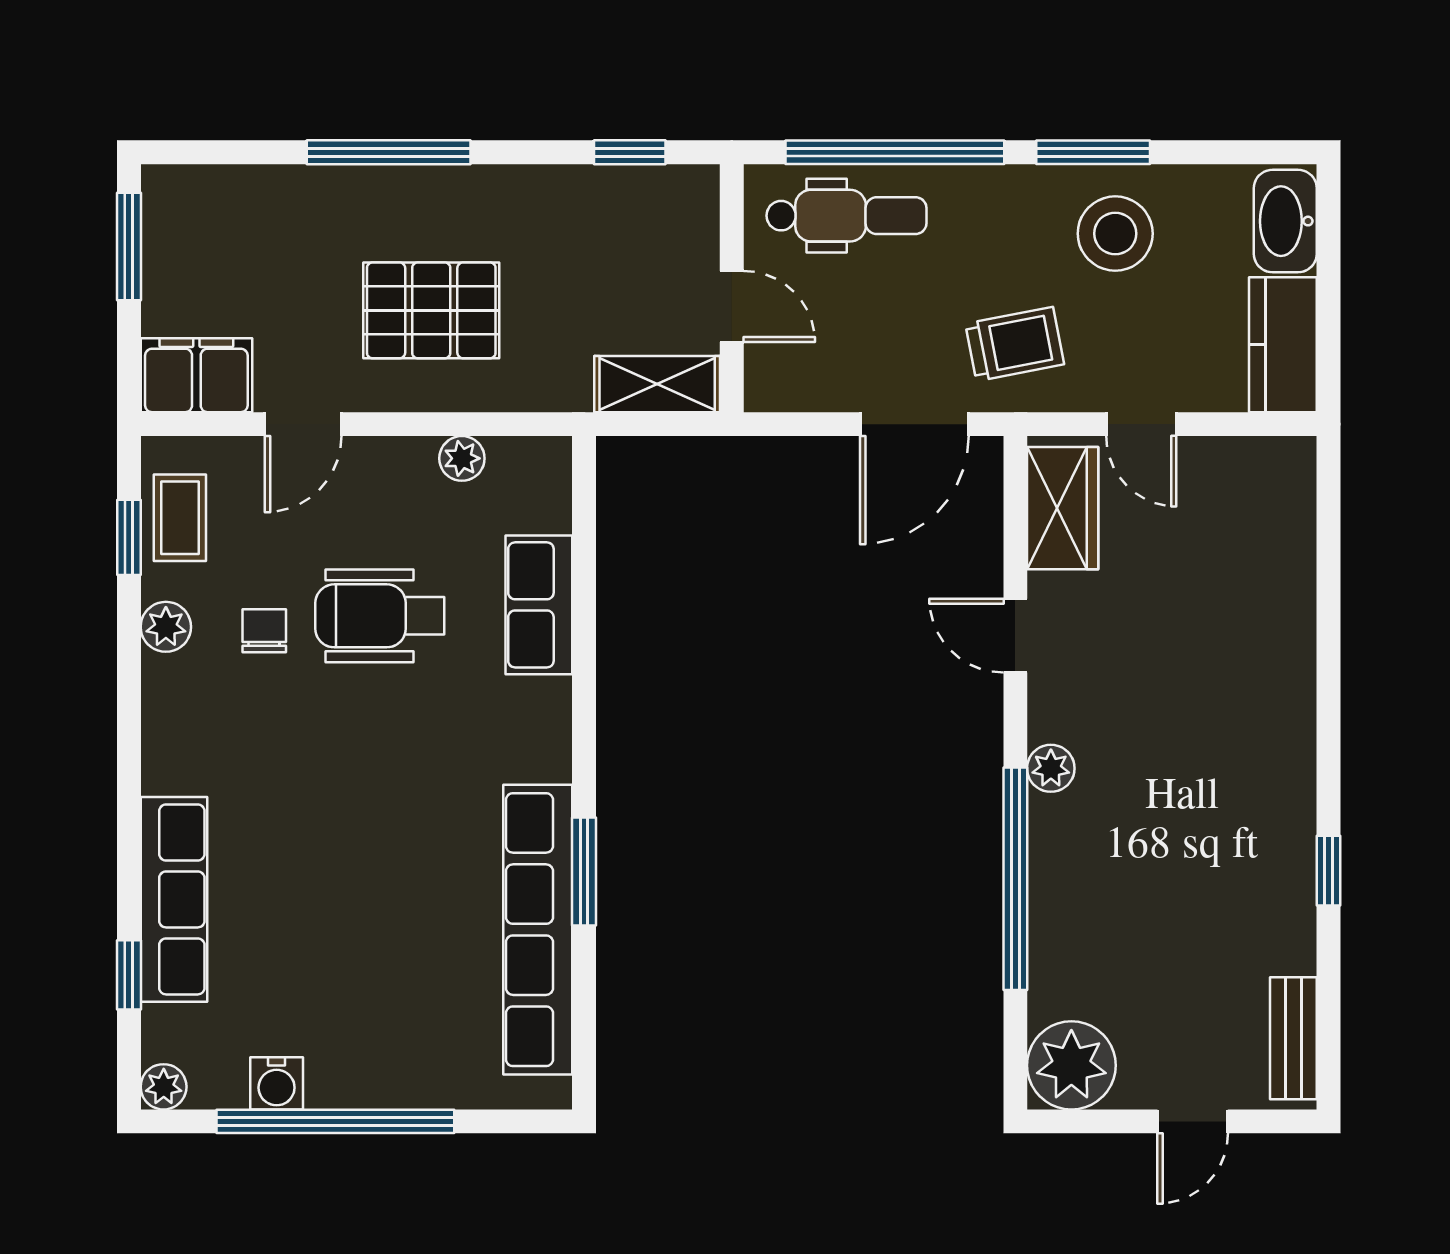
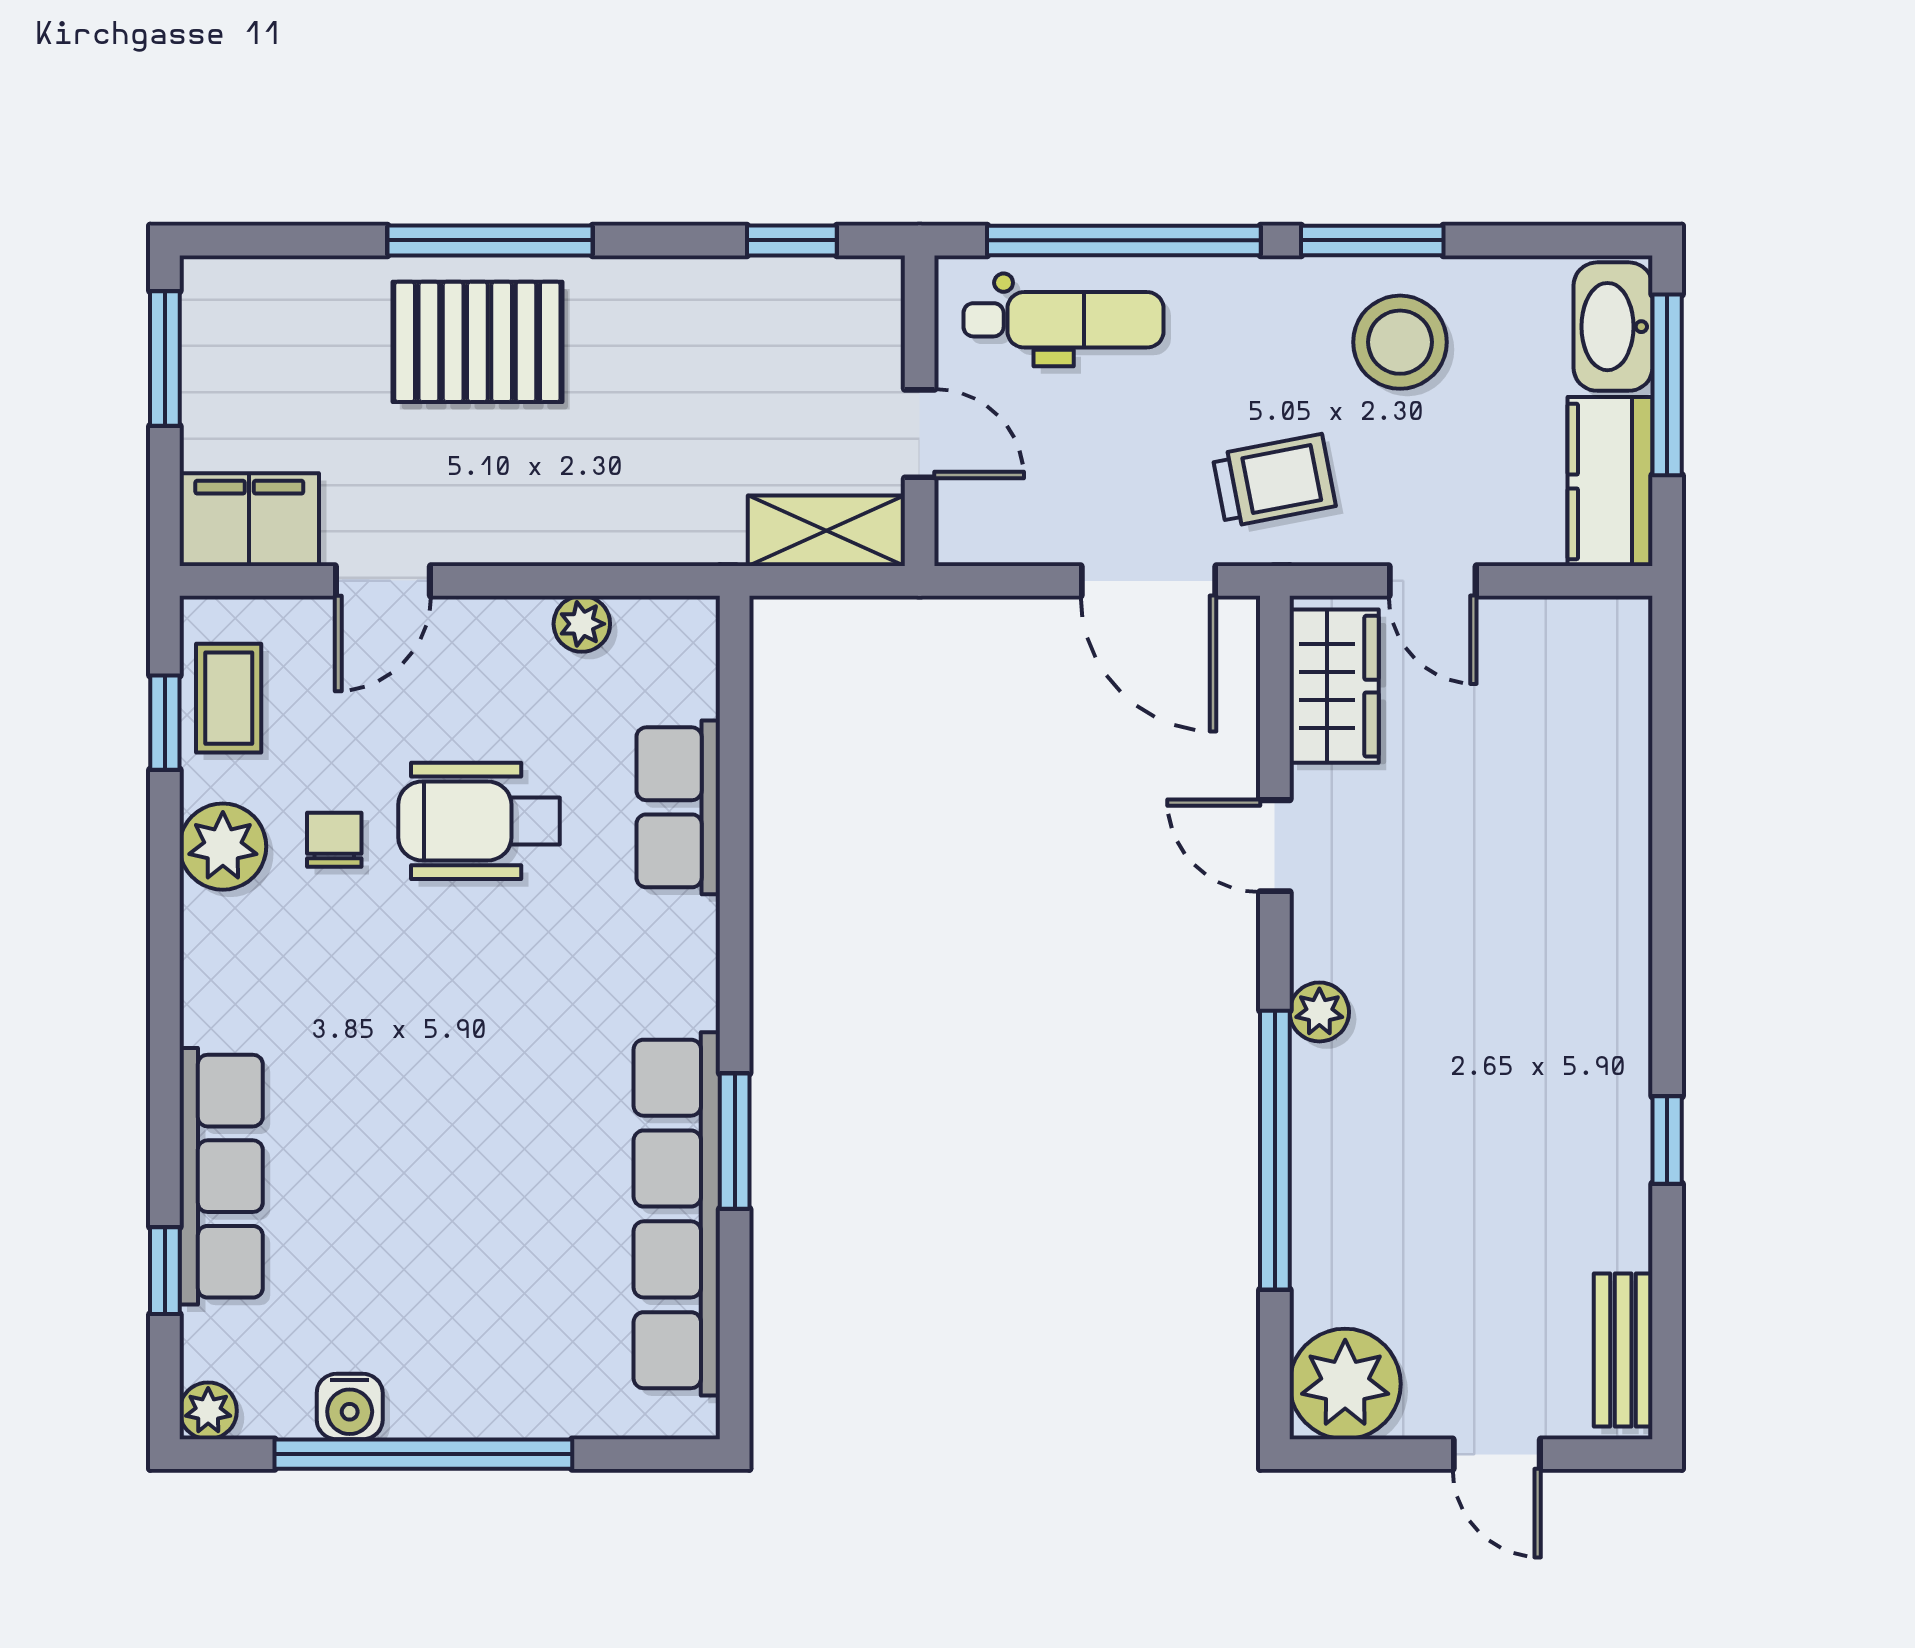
window: (1329, 268) -> (1667, 385), added
pallet: (431, 310) -> (477, 342), moved
door: (914, 424) -> (1148, 581), hinge flipped
plant: (166, 627) -> (223, 847), width x1.38, depth x1.38
door: (1193, 1121) -> (1497, 1454), hinge flipped

